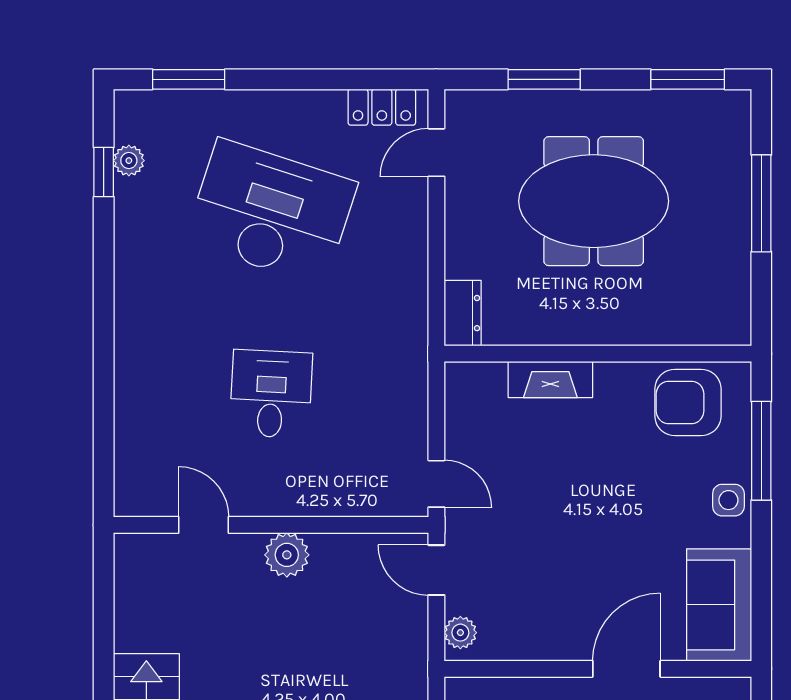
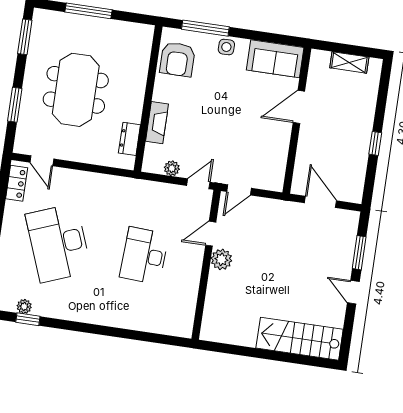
desk: (271, 212) -> (59, 243), turned -39
dresser: (463, 313) -> (129, 139), moved, turned -90
desk: (271, 394) -> (144, 256), width x1.37
door: (203, 525) -> (211, 234), moved
plant: (460, 633) -> (172, 168), moved
door: (626, 669) -> (299, 107), hinge flipped

